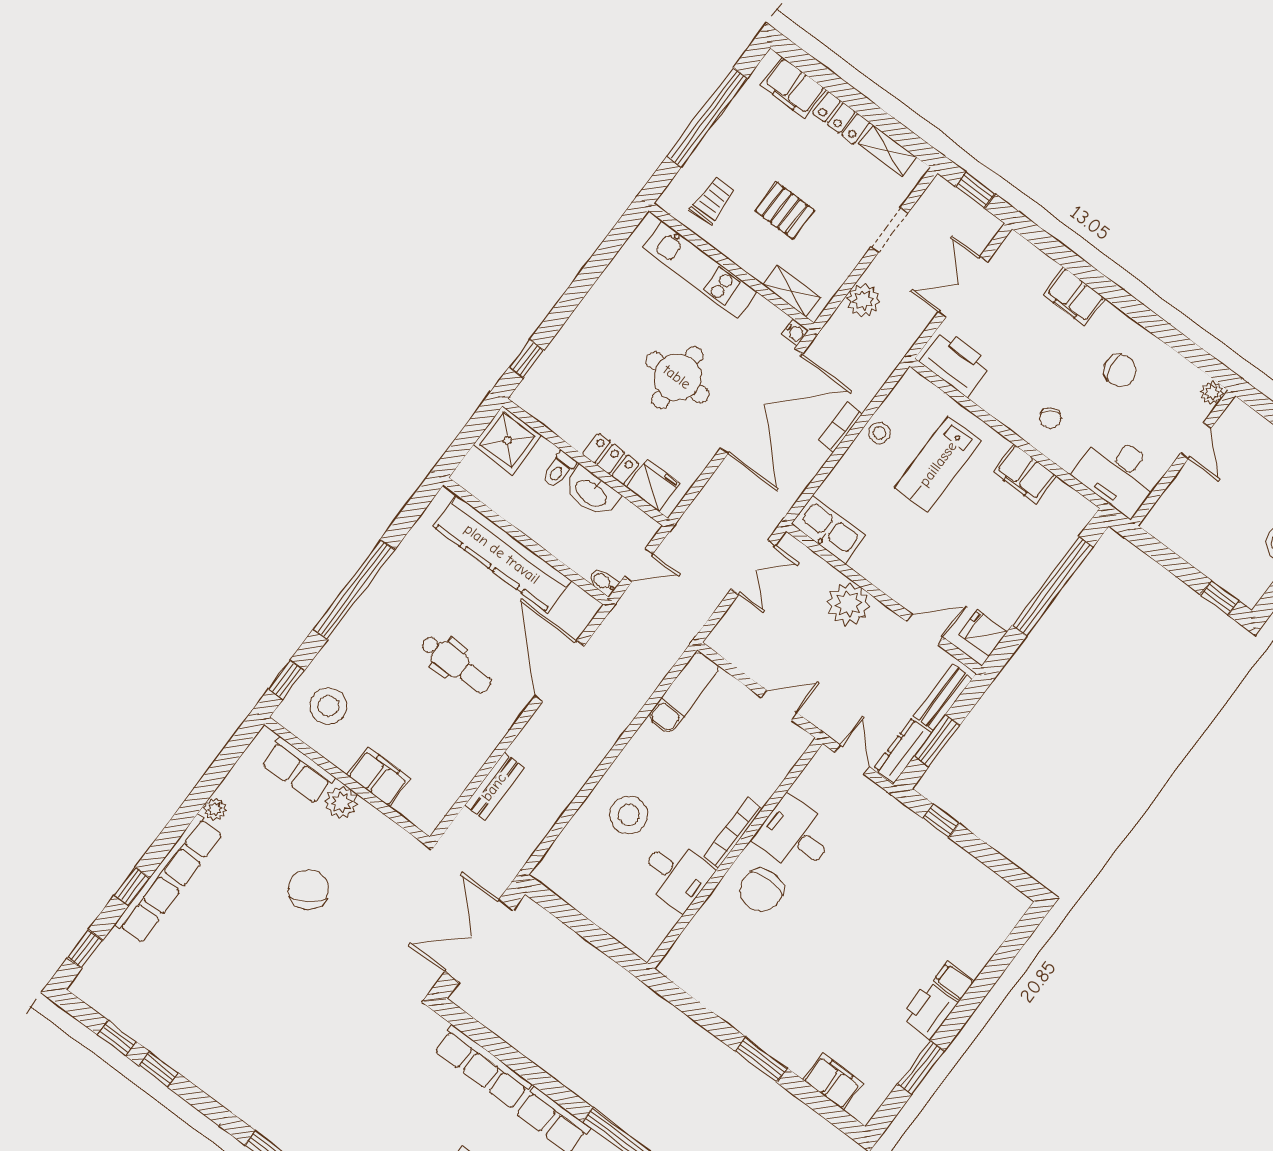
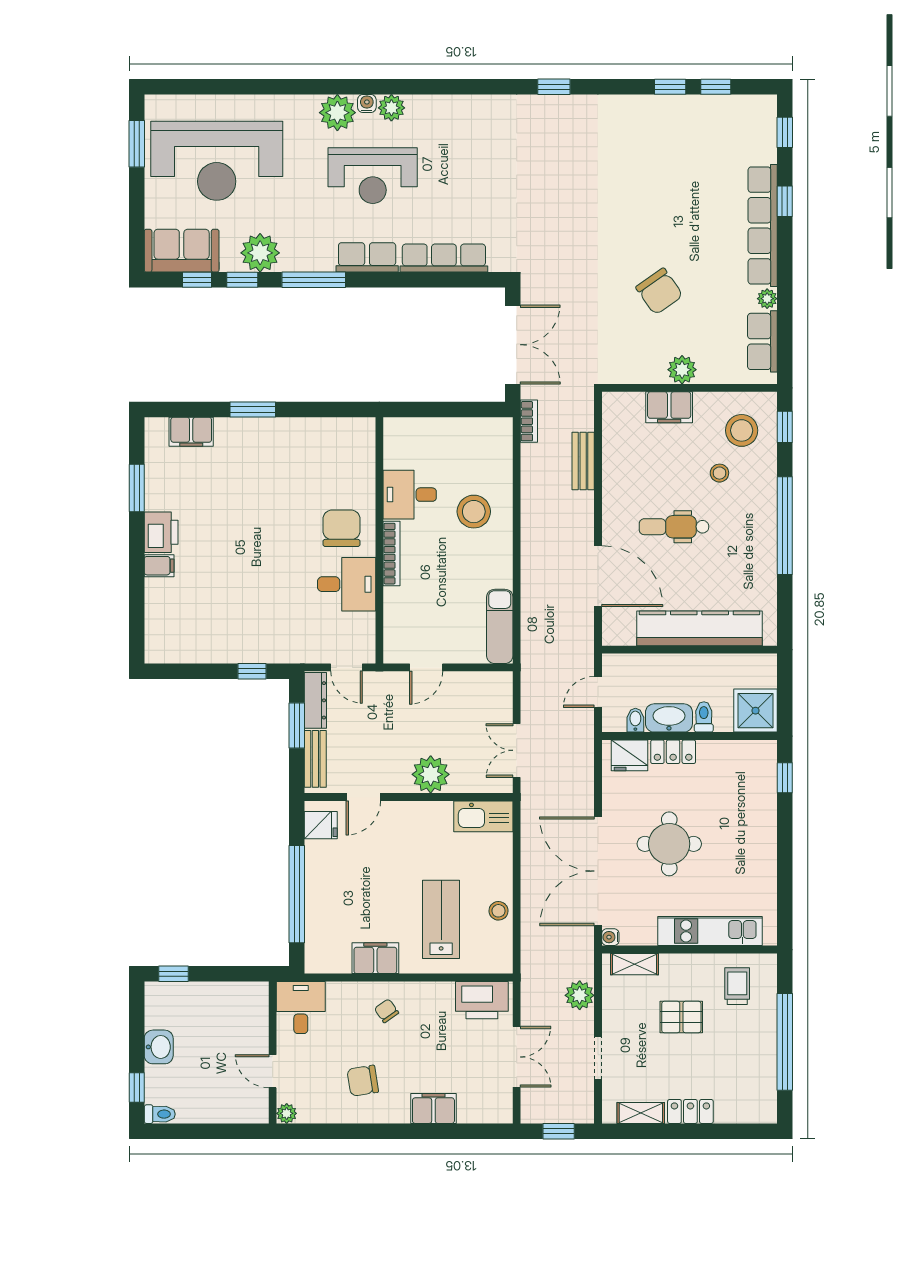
filing cabinet: (793, 87) -> (740, 1108), removed
trolley: (713, 201) -> (737, 986), turned 180
bookcase: (840, 427) -> (529, 421), moved
desk: (1118, 474) -> (301, 1008), width x0.73
bidet: (603, 582) -> (635, 720), moved, turned -90
stool: (378, 682) -> (719, 473), added
row of seats: (298, 770) -> (762, 341), moved, turned -90

